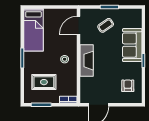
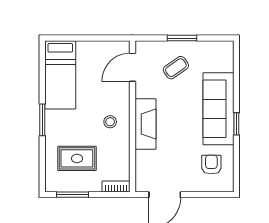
sofa: (132, 45) -> (218, 109), width x1.36

